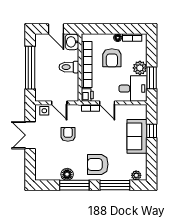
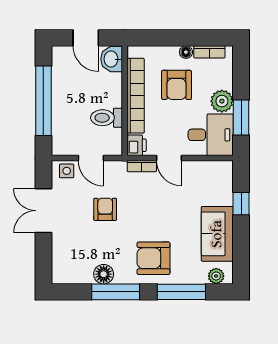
toilet: (69, 67) -> (107, 118), moved
sofa: (137, 136) -> (217, 234), moved

